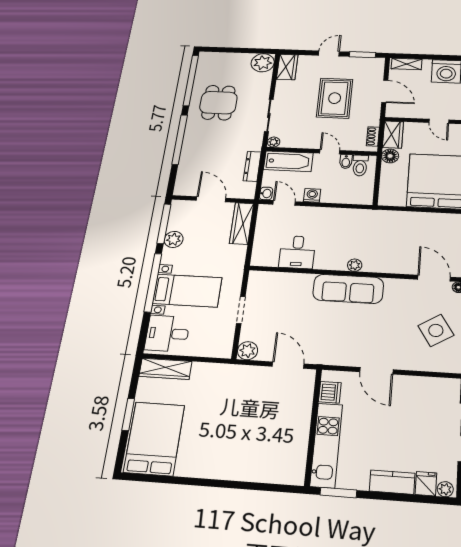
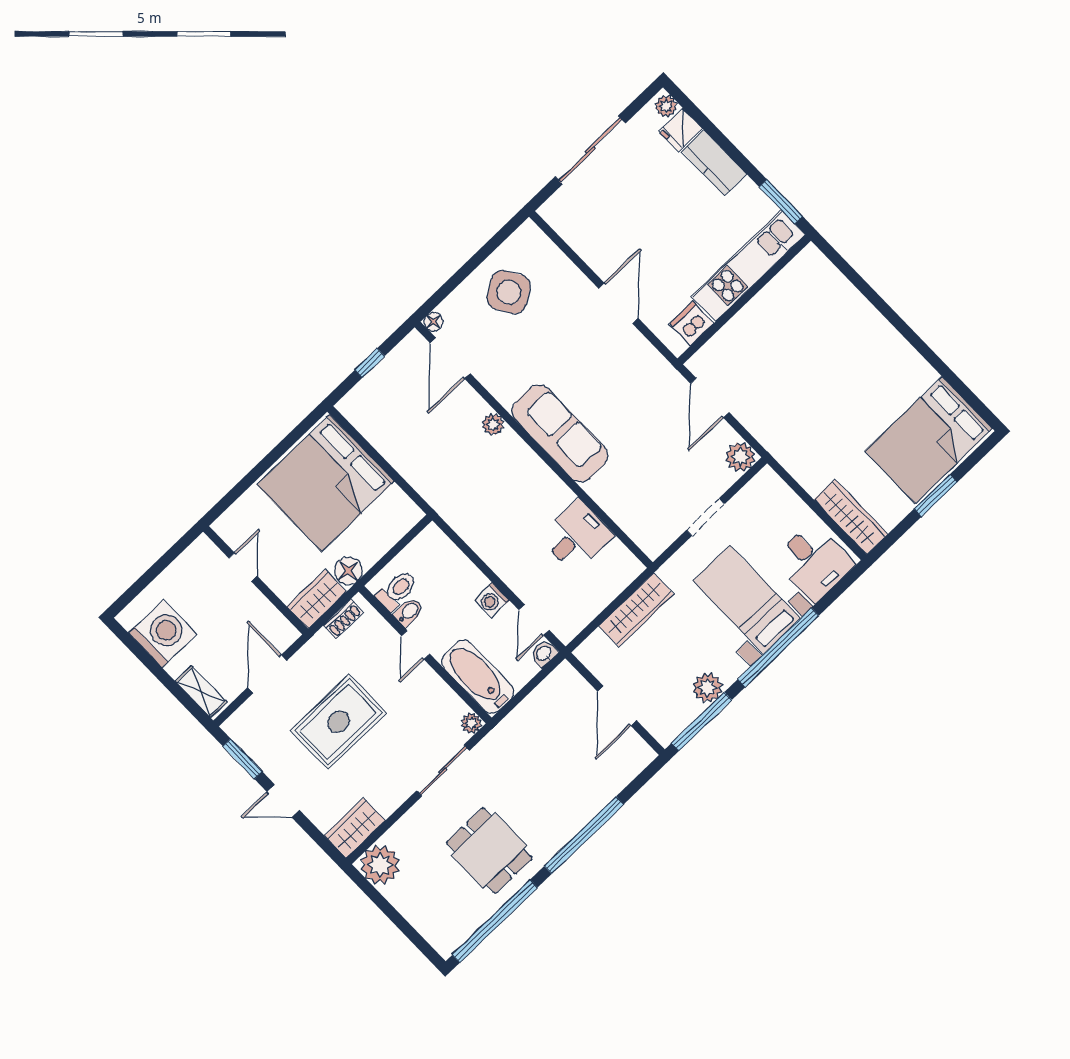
dining table: (218, 103) -> (489, 850), turned 90
dresser: (252, 166) -> (528, 710), removed
wardrobe: (242, 223) -> (636, 610), moved
plant: (355, 265) -> (493, 424), moved

